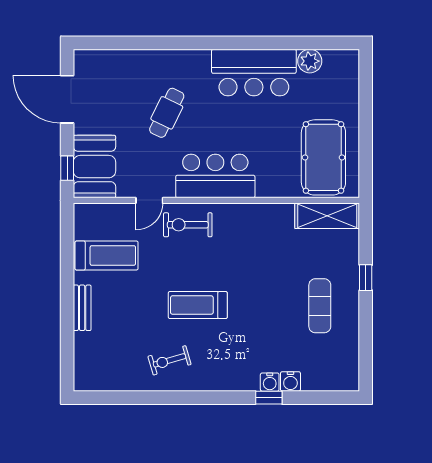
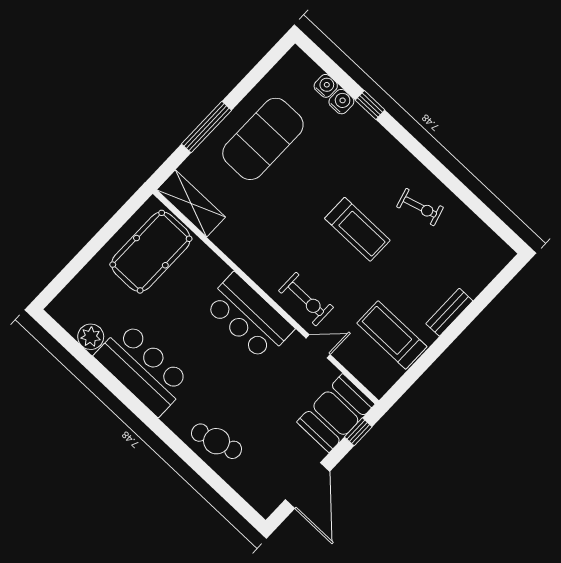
cafe table: (167, 113) -> (217, 441), moved, turned 48
window: (366, 278) -> (207, 127), width x2.17
exercise mat: (320, 306) -> (263, 139), width x2.00, depth x1.45
water cooler: (270, 382) -> (326, 86), moved

